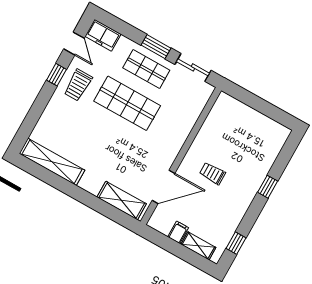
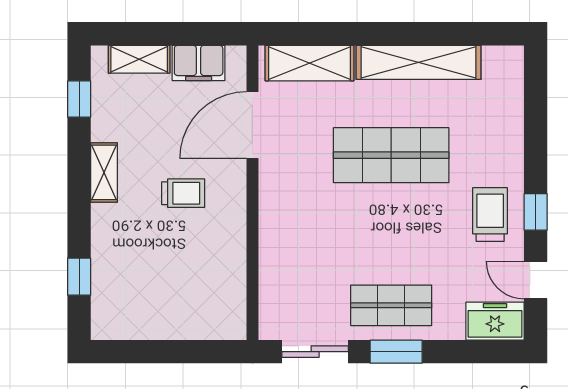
shop shelf: (127, 103) -> (391, 155), moved
shelving: (52, 162) -> (419, 62), moved
window: (268, 187) -> (79, 277), moved
shelving: (243, 203) -> (104, 172), added
filing cabinet: (178, 232) -> (199, 63), width x2.00

